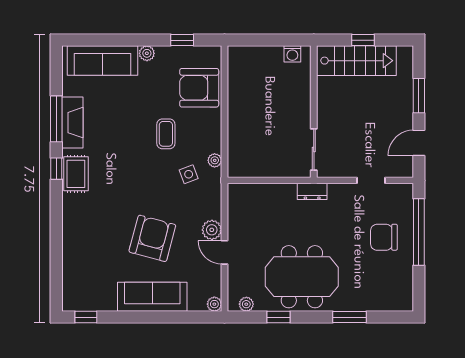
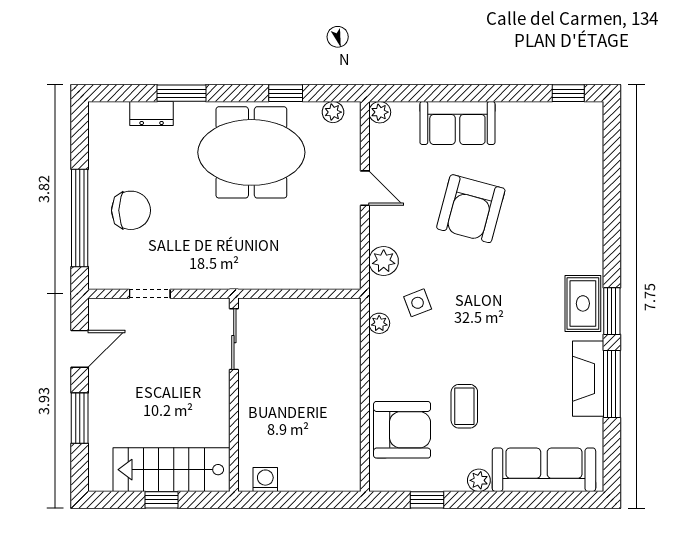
coffee table: (166, 134) -> (464, 406), moved
window: (56, 169) -> (612, 311), width x1.50
dresser: (312, 191) -> (152, 114), moved, turned 180
plant: (212, 230) -> (384, 261), moved
sofa: (152, 297) -> (457, 123), width x0.73

